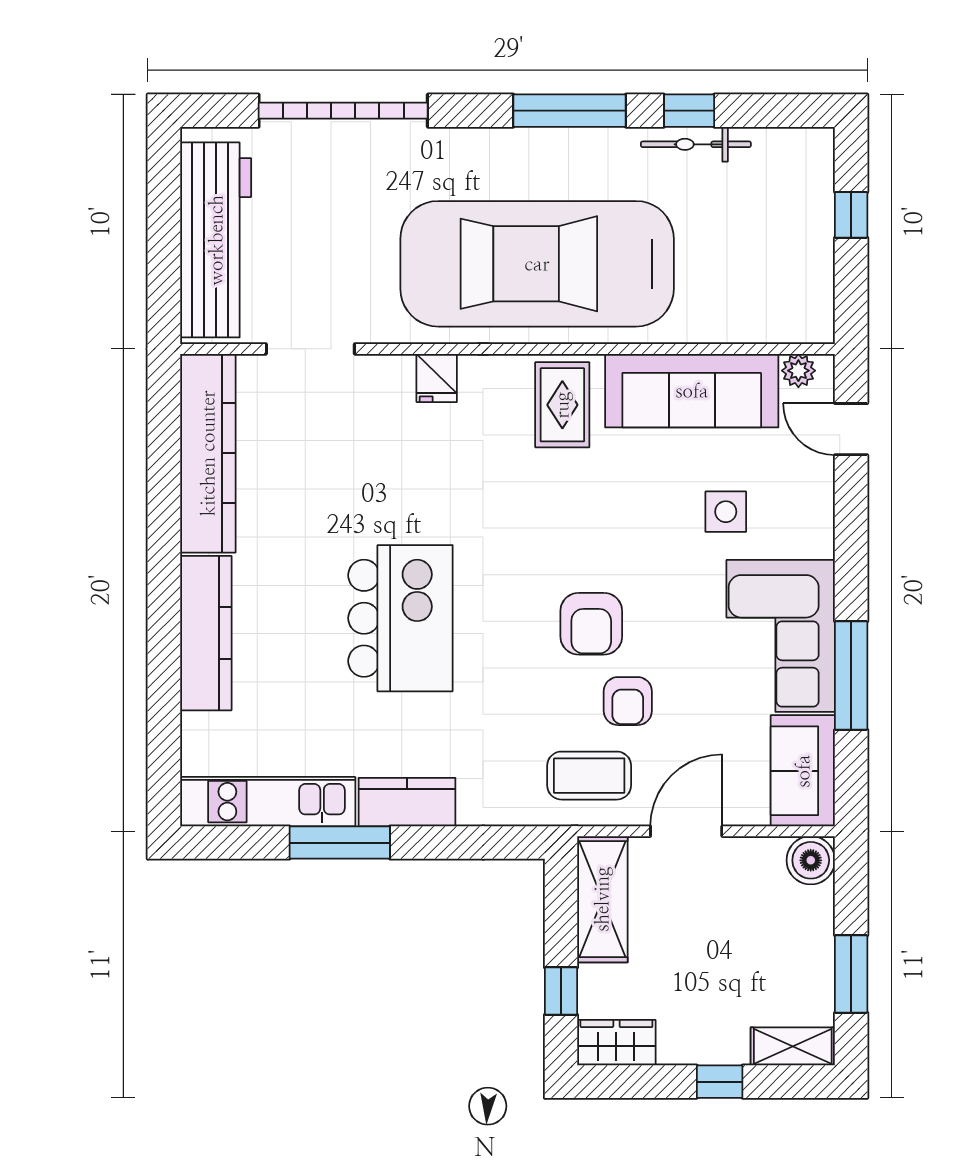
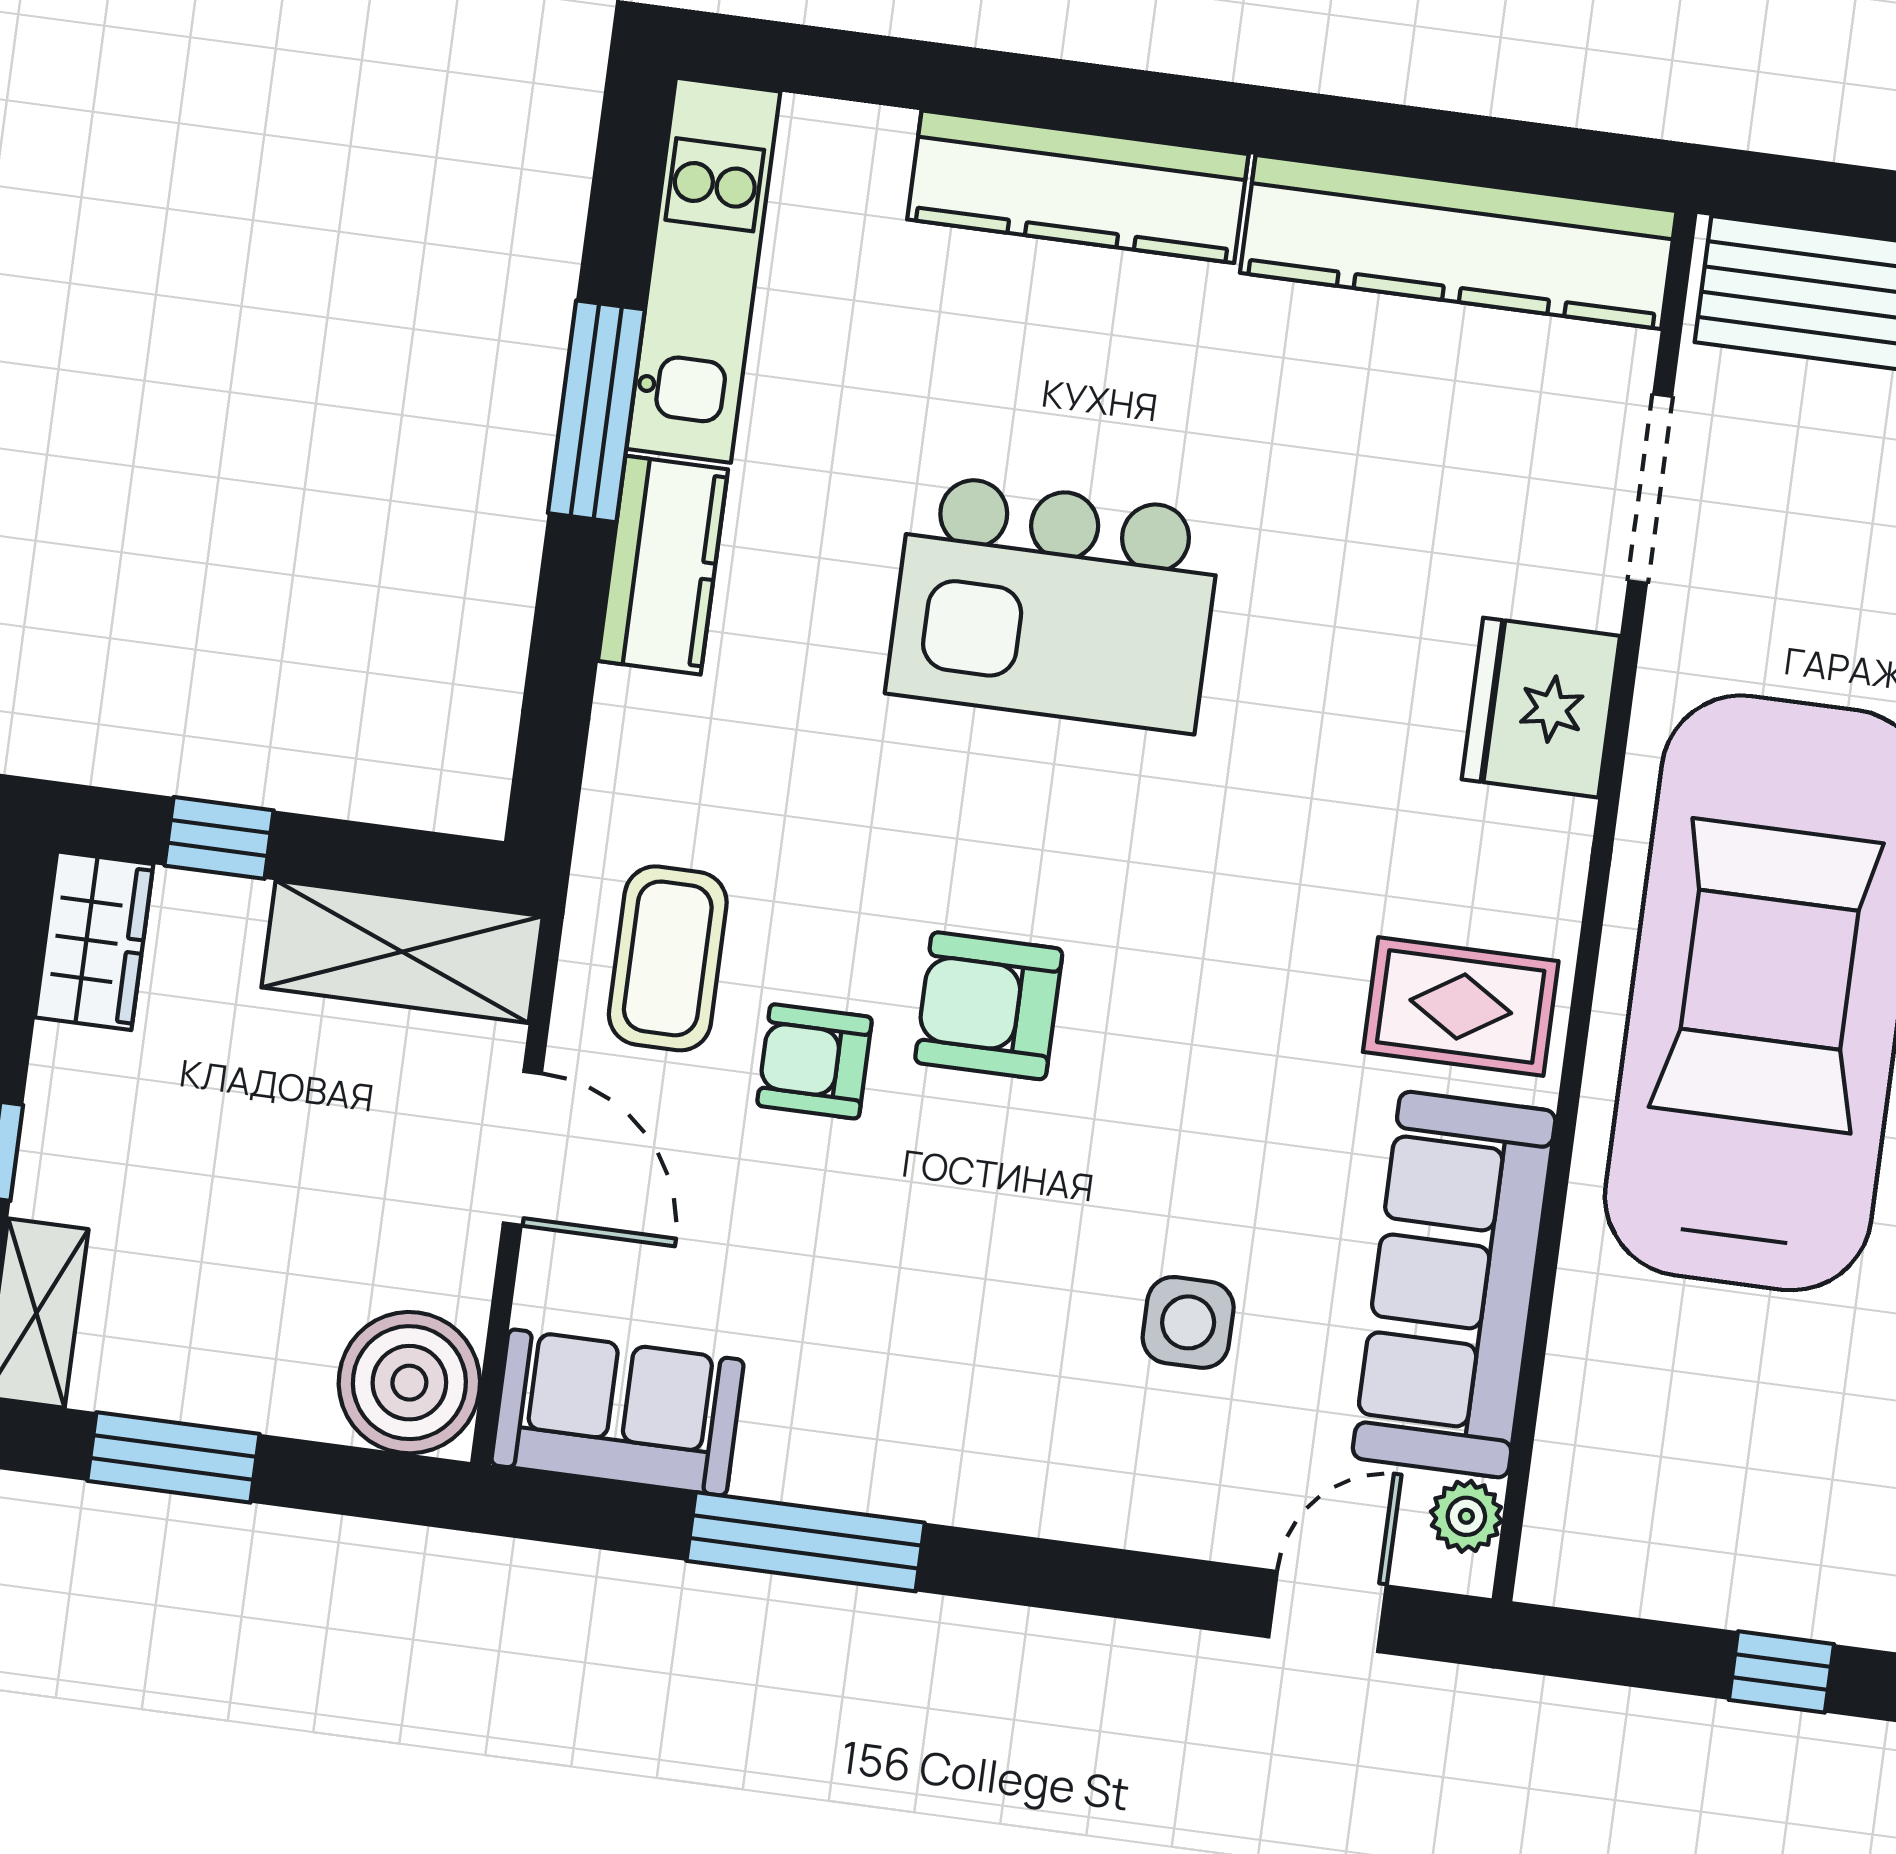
fridge: (437, 378) -> (1541, 708), width x1.88, depth x1.34
corner sofa: (781, 636) -> (909, 1404), removed
boiler: (811, 860) -> (409, 1383), width x1.37, depth x1.37

